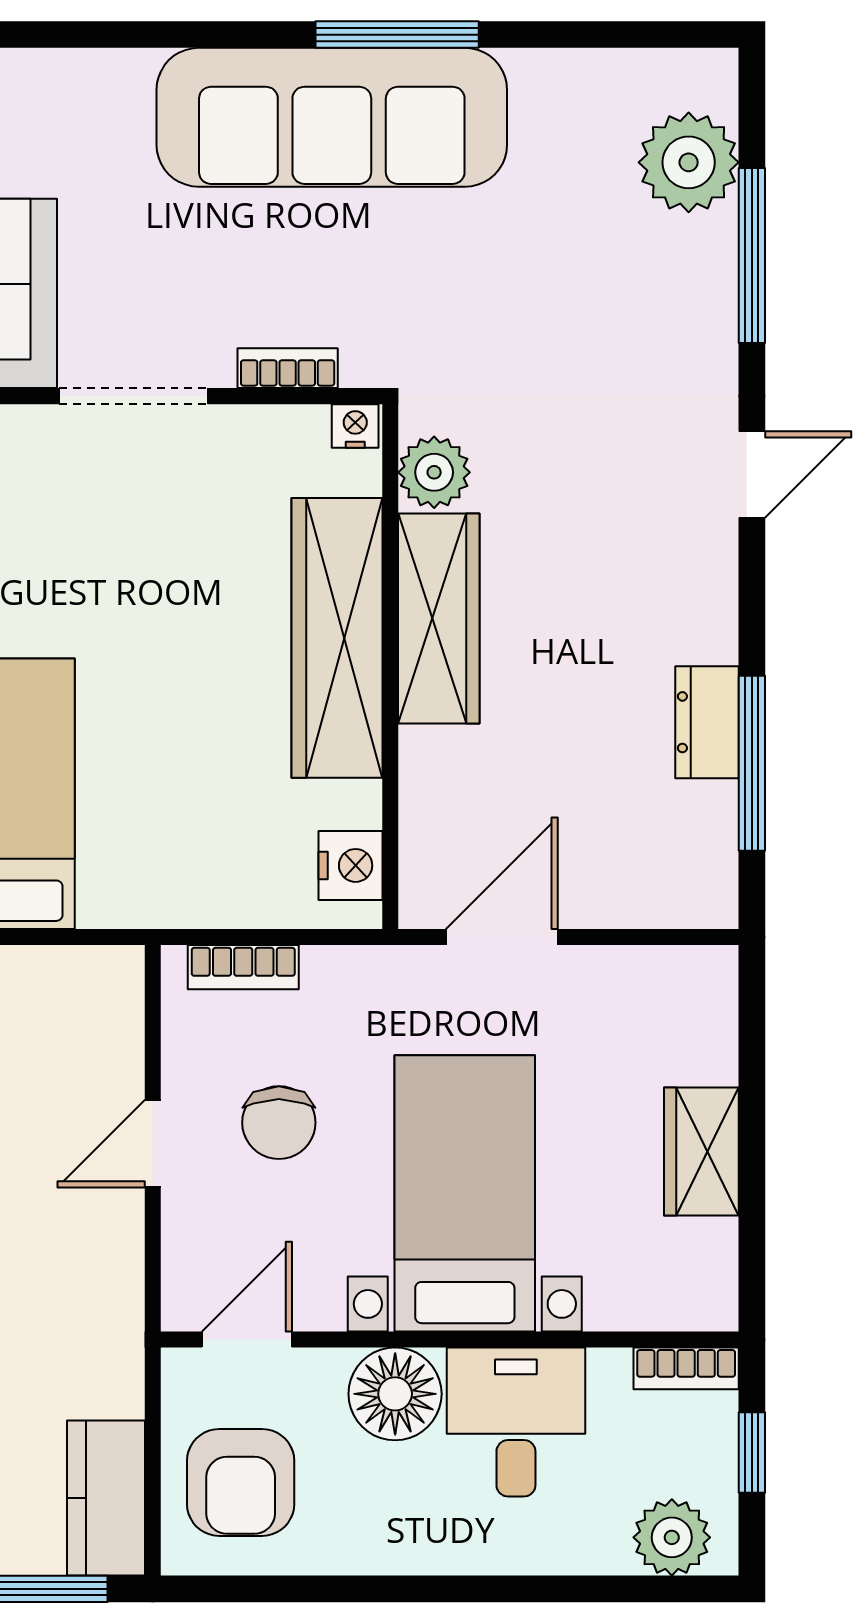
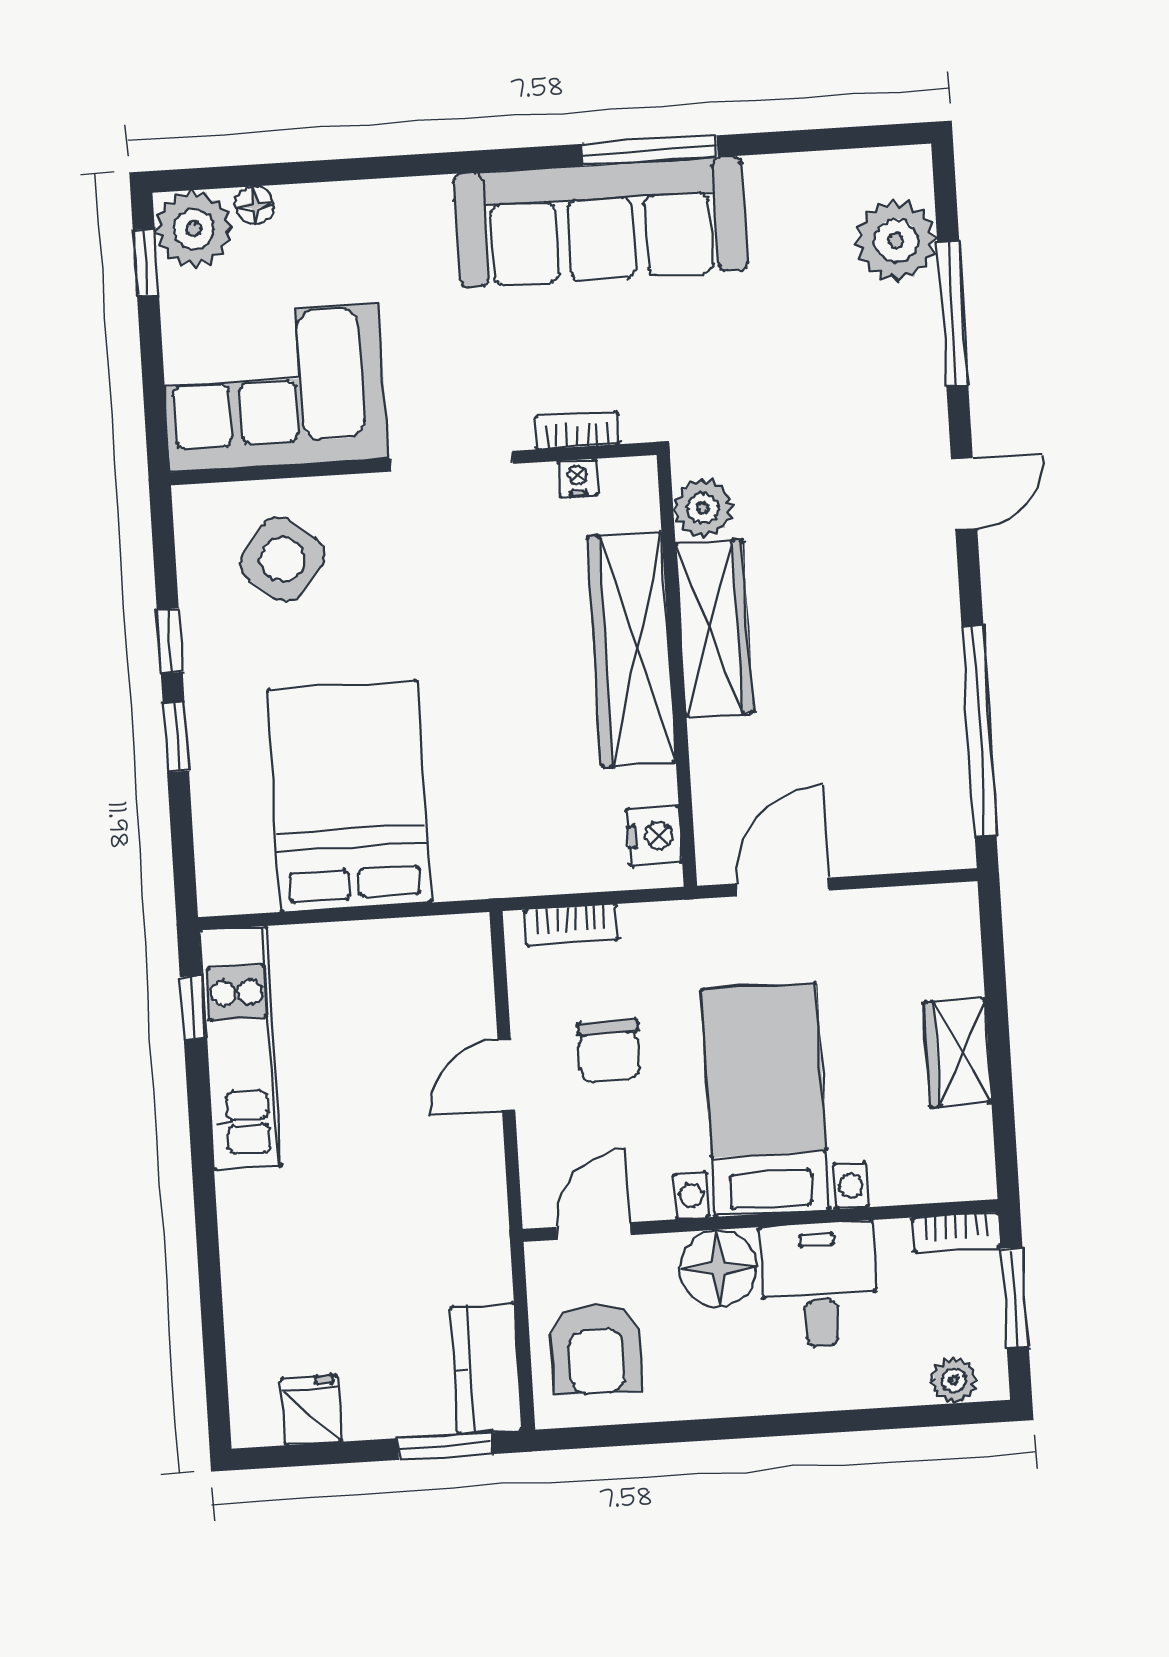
nightstand: (355, 426) -> (578, 478), moved
dresser: (707, 722) -> (940, 700), removed
window: (752, 763) -> (979, 731), width x1.46
window: (752, 1453) -> (1015, 1298), width x1.50
plant: (672, 1537) -> (954, 1380), width x0.73, depth x0.73

